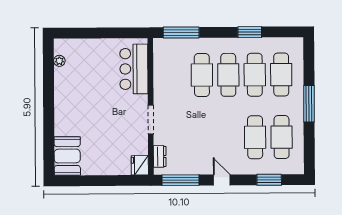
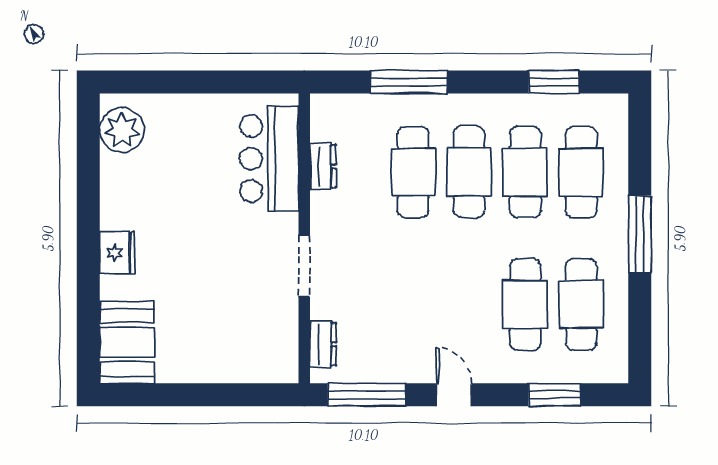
window: (250, 32) -> (554, 82), moved
window: (181, 33) -> (409, 82), moved
plant: (59, 61) -> (122, 130), width x1.87, depth x1.87
dresser: (159, 72) -> (323, 166), added
fridge: (140, 165) -> (117, 253), moved, turned 180

